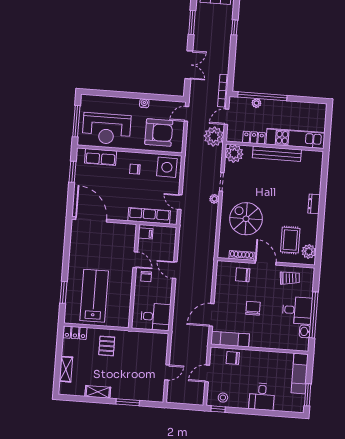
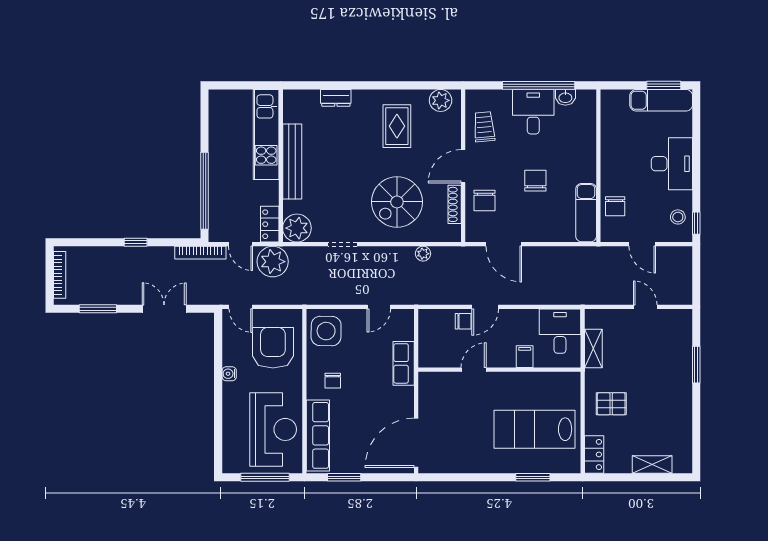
window: (235, 27) -> (136, 242), moved
plant: (256, 103) -> (216, 199), removed
locker: (254, 138) -> (270, 224), moved
row of seats: (101, 157) -> (318, 435), width x1.48
plant: (214, 199) -> (423, 254), moved
dresser: (314, 204) -> (336, 98), moved
row of seats: (149, 216) -> (404, 363), width x0.68
filing cabinet: (145, 233) -> (525, 357), moved
rug: (290, 240) -> (397, 126), moved, turned 90
chair: (146, 277) -> (463, 321), moved
chair: (253, 308) -> (535, 181), turned 90
door: (212, 315) -> (504, 244), moved
exam couch: (300, 374) -> (661, 100), moved
shelving: (98, 392) -> (593, 349), moved
desk: (262, 397) -> (672, 164), width x1.37

